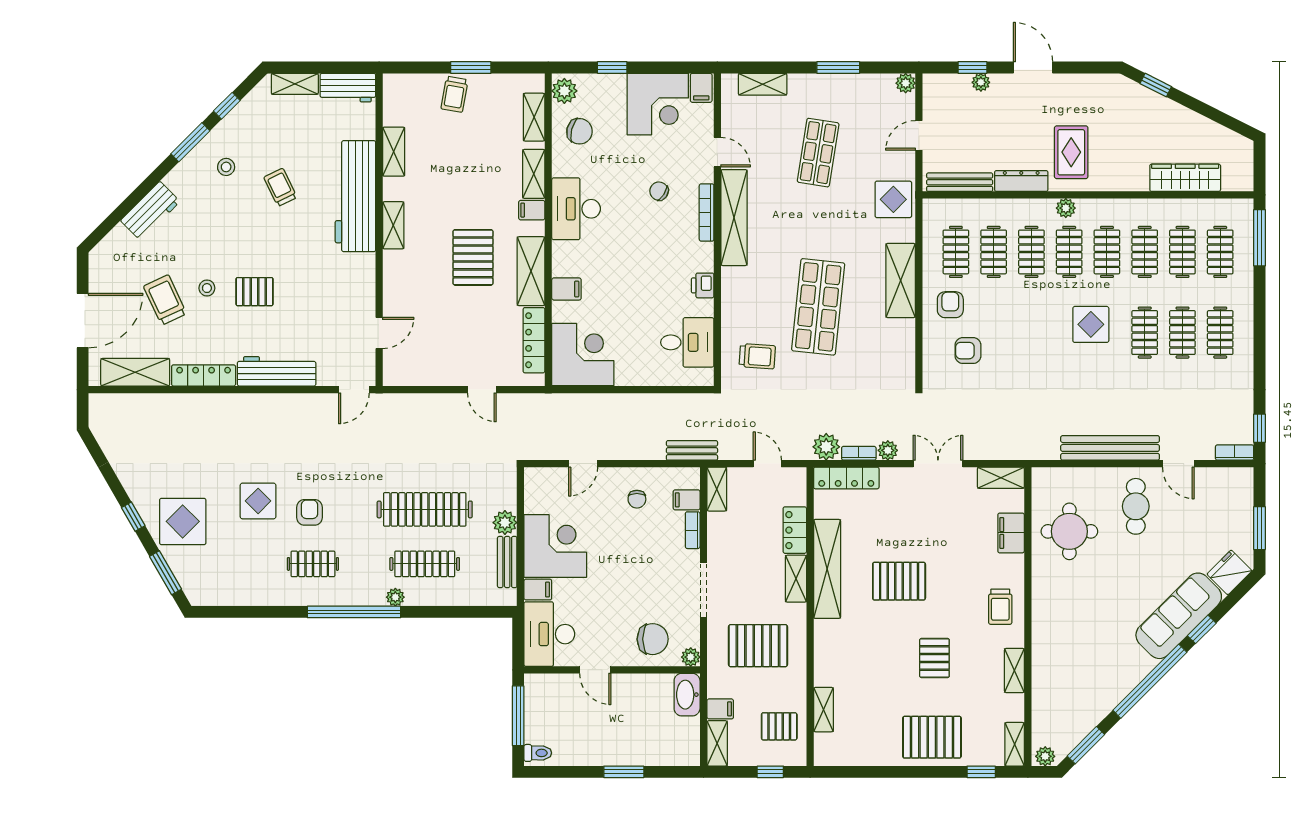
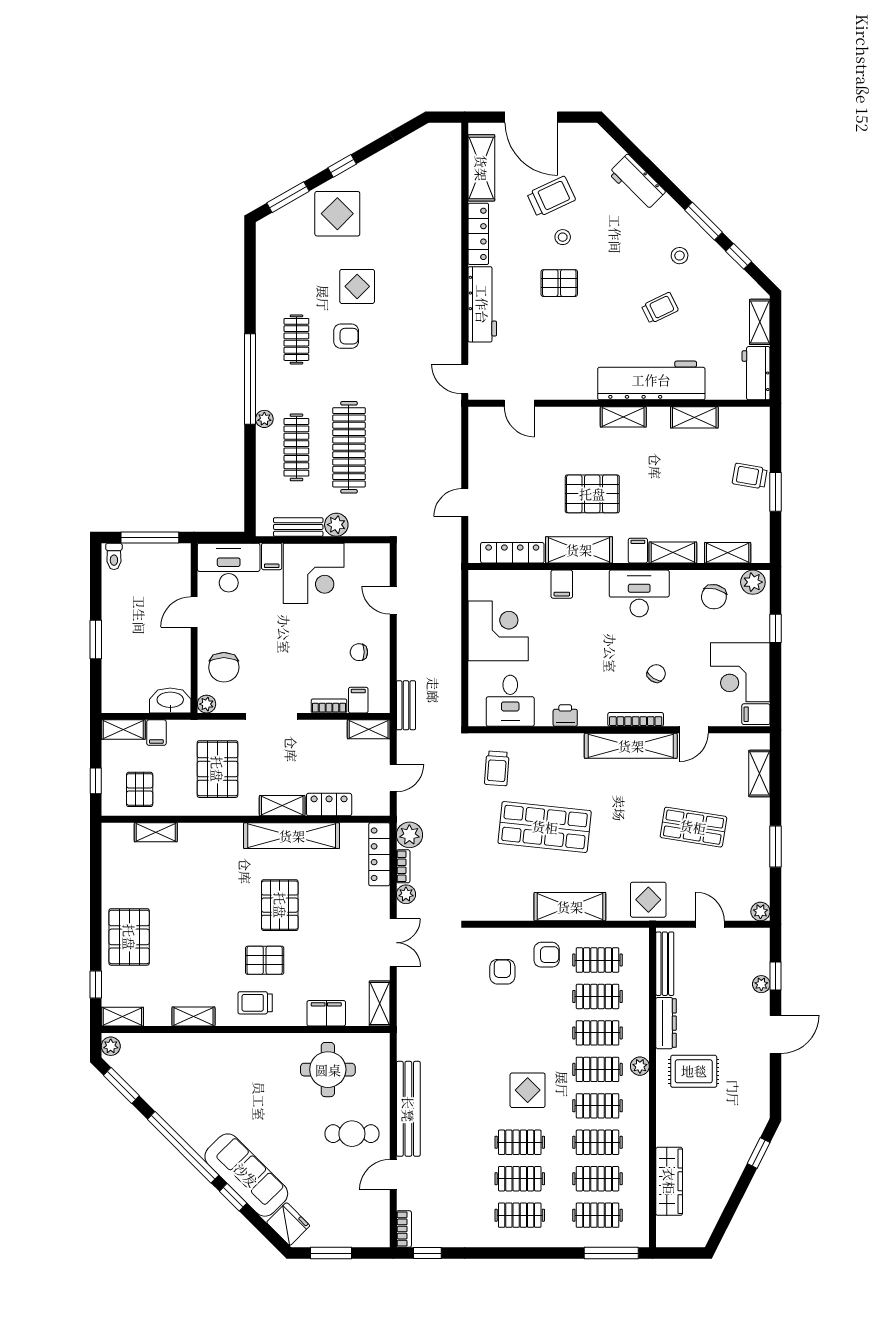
pallet: (255, 292) -> (559, 283), turned 90
corner desk: (583, 354) -> (498, 631), moved, turned -90
pallet: (934, 658) -> (265, 960), moved

